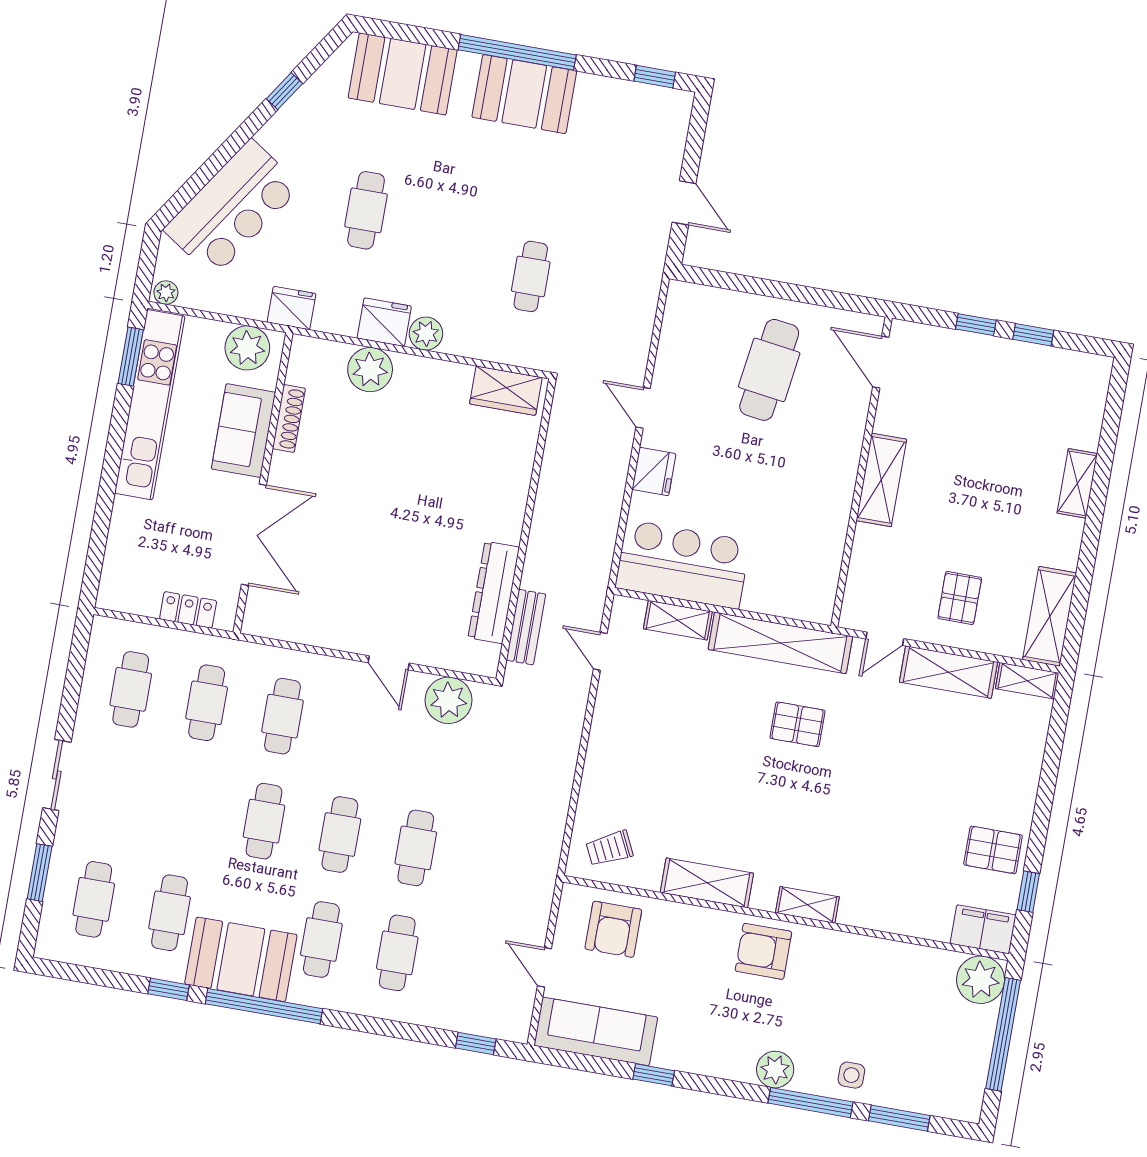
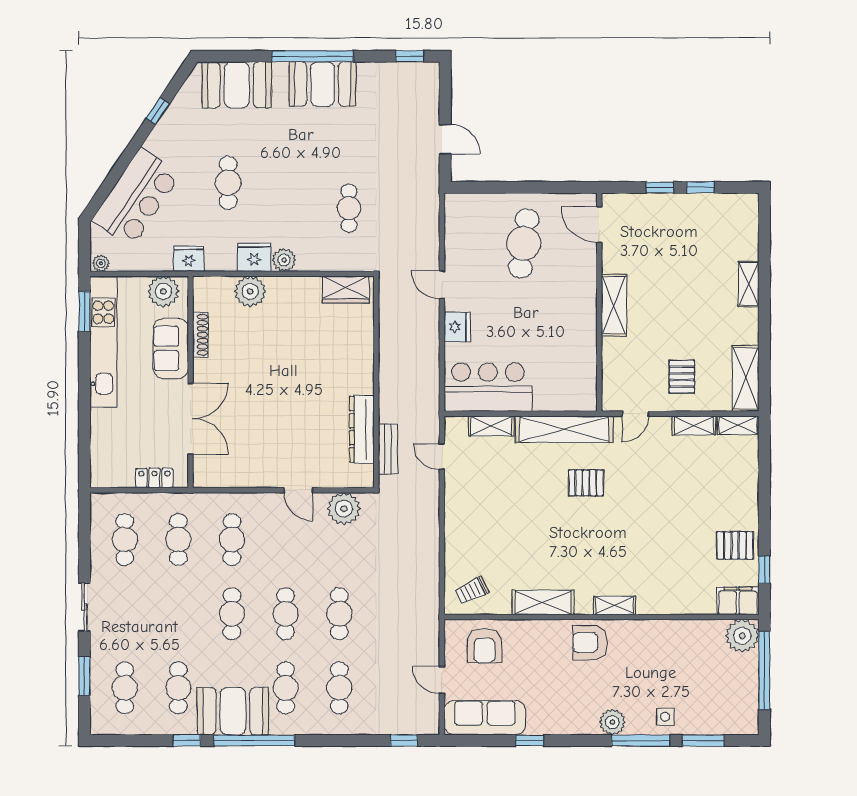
shelving: (948, 672) -> (694, 426), width x0.67, depth x0.75

